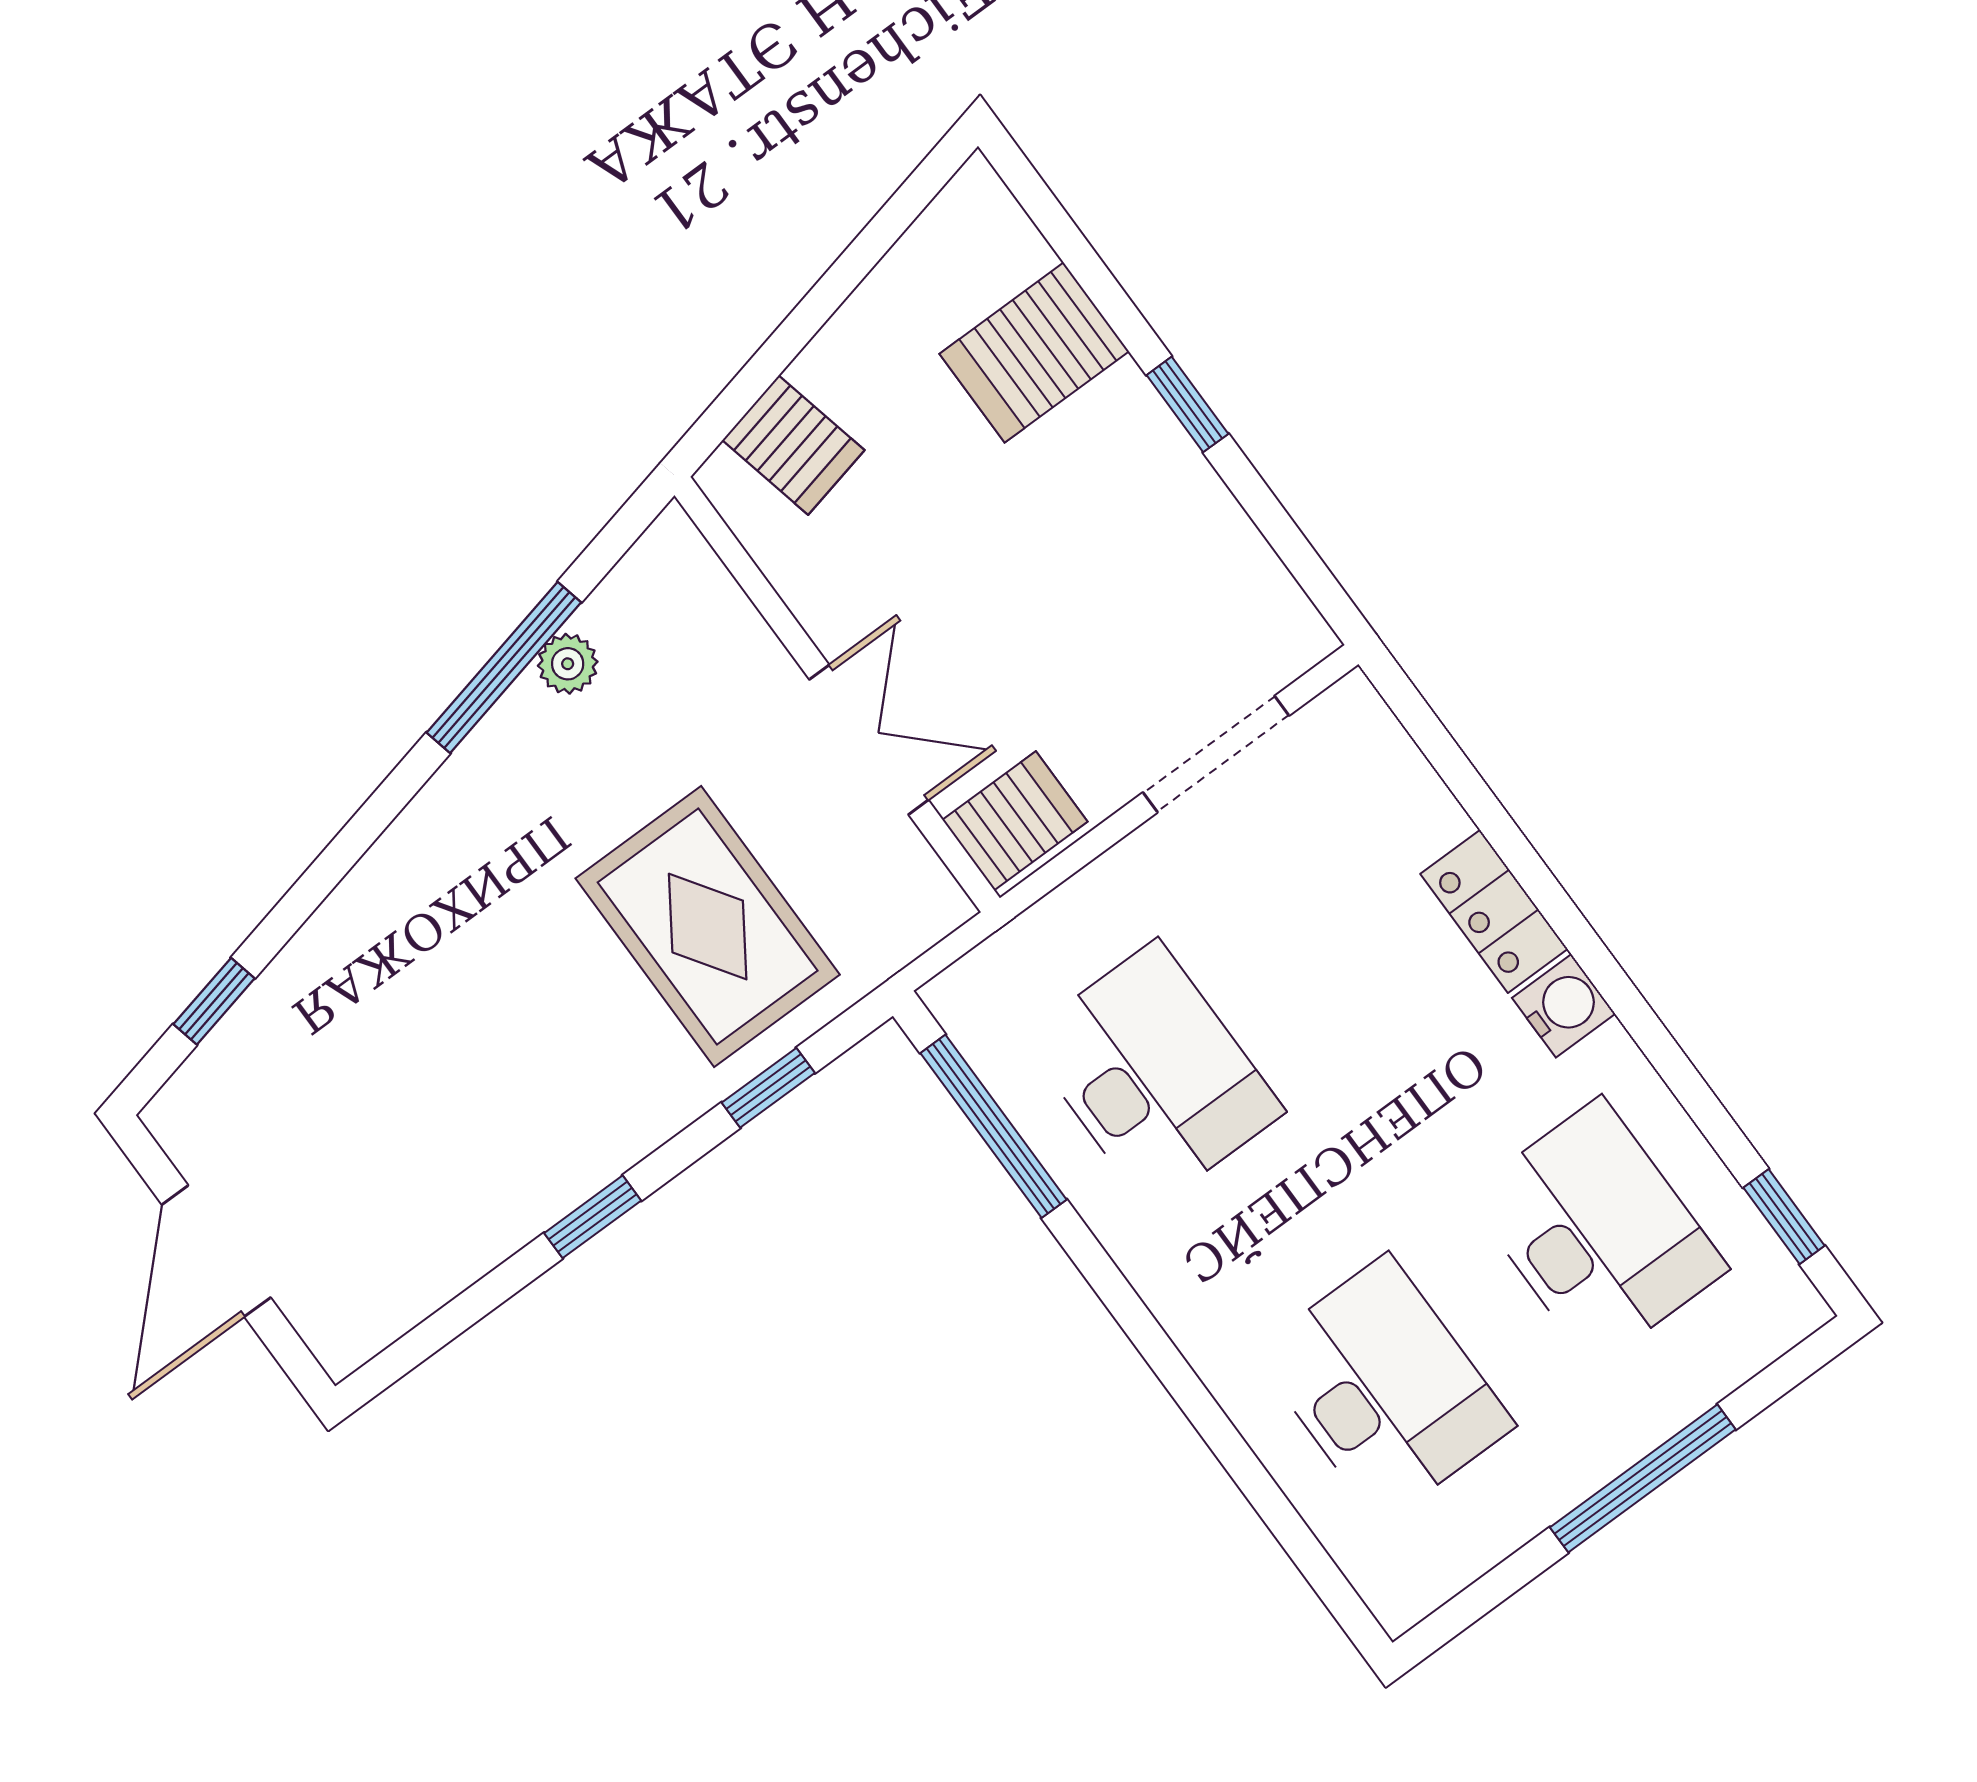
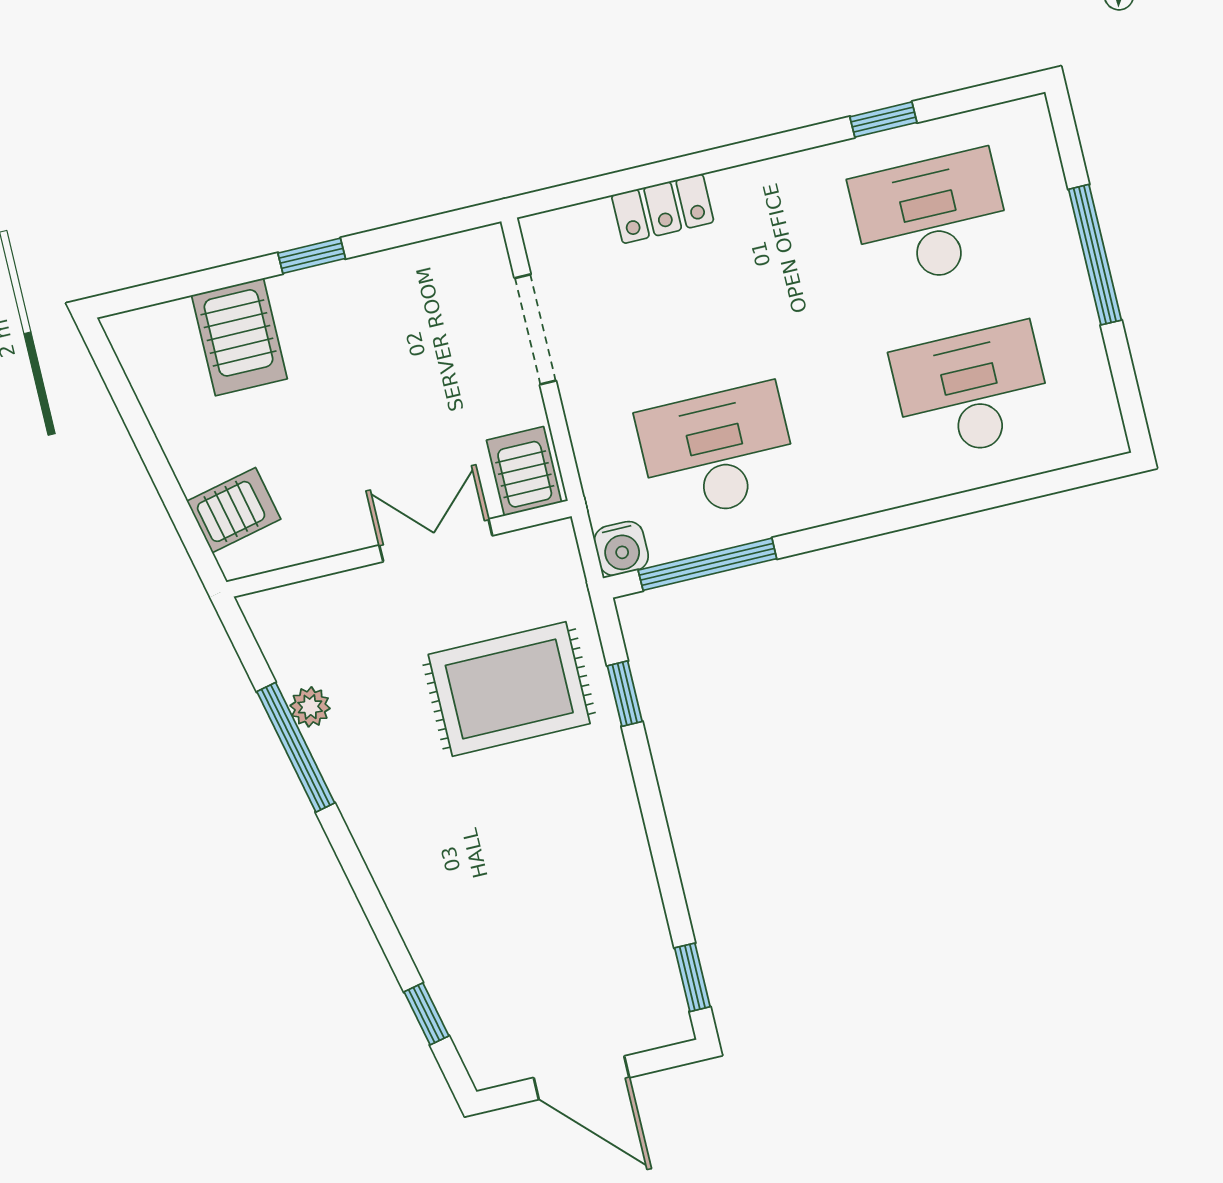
locker: (1494, 911) -> (663, 209), moved
water cooler: (1564, 1006) -> (621, 548), moved, turned 180
window: (593, 1217) -> (692, 977), moved
window: (1784, 1217) -> (883, 120), moved

